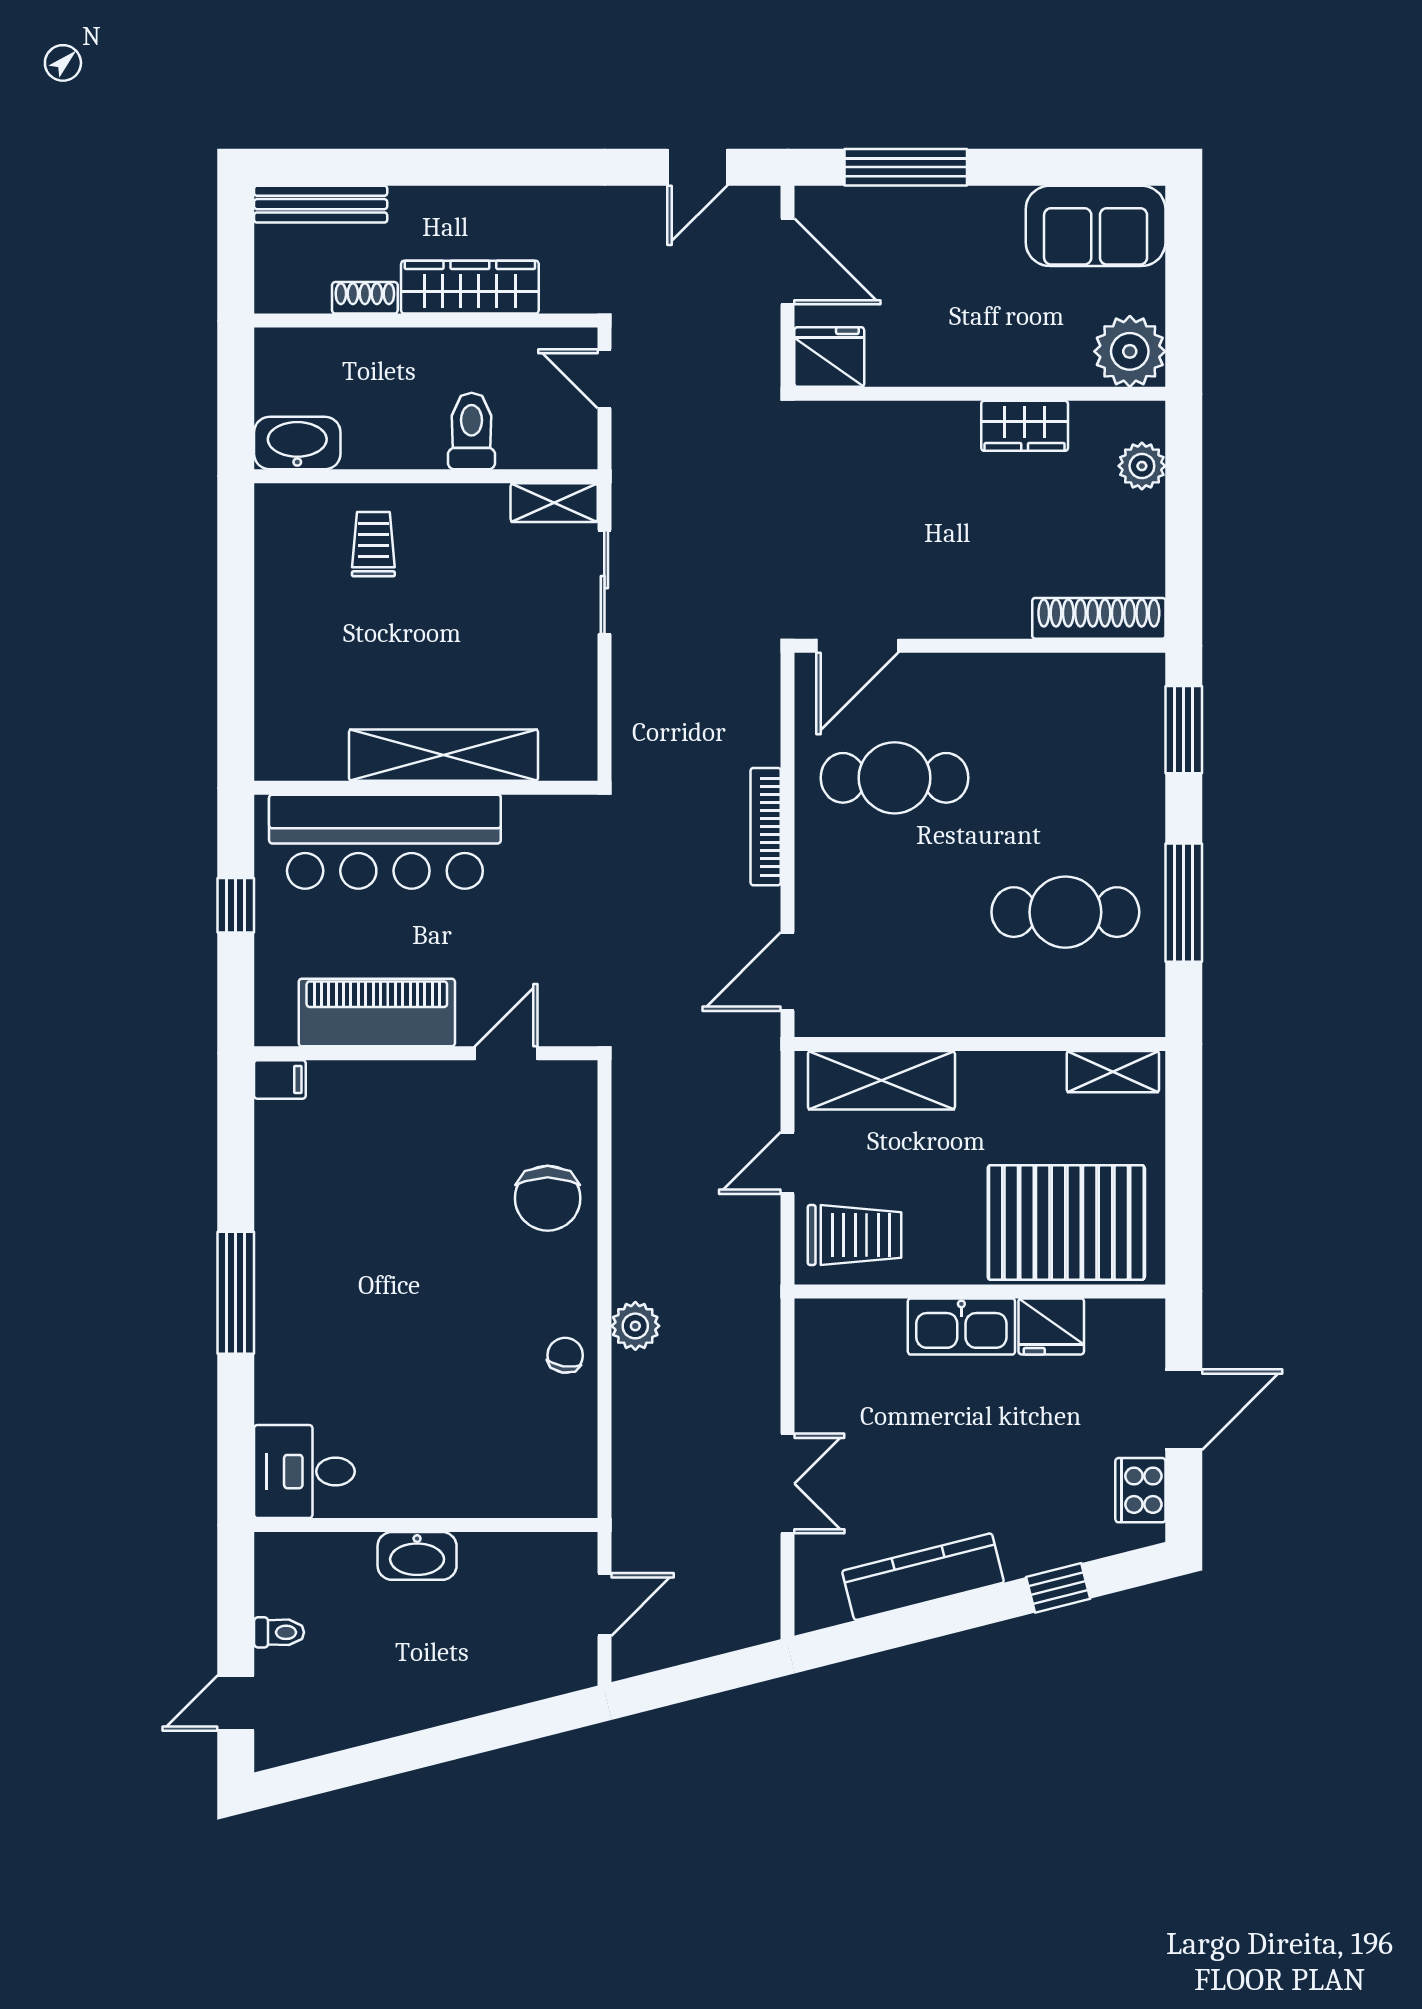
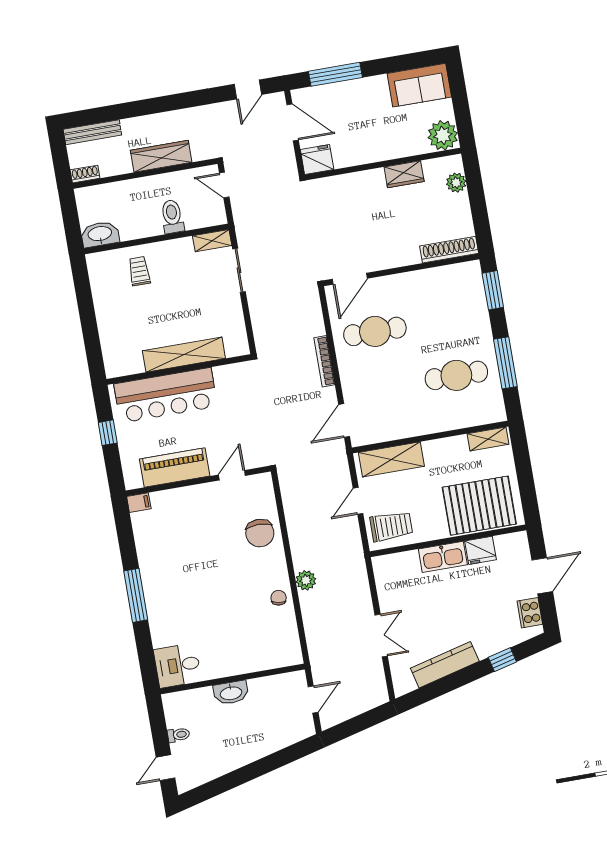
shoe rack: (365, 298) -> (85, 174), moved

